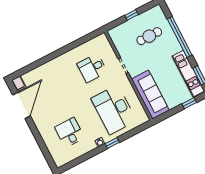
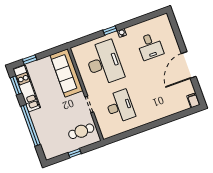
cafe table: (149, 36) -> (81, 131), moved
desk: (92, 68) -> (120, 106), width x1.37
door: (21, 105) -> (189, 65), moved

